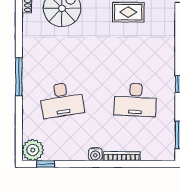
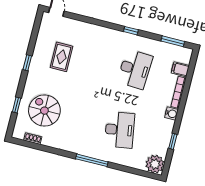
filing cabinet: (148, 152) -> (180, 69), added
window: (46, 164) -> (173, 141), moved

